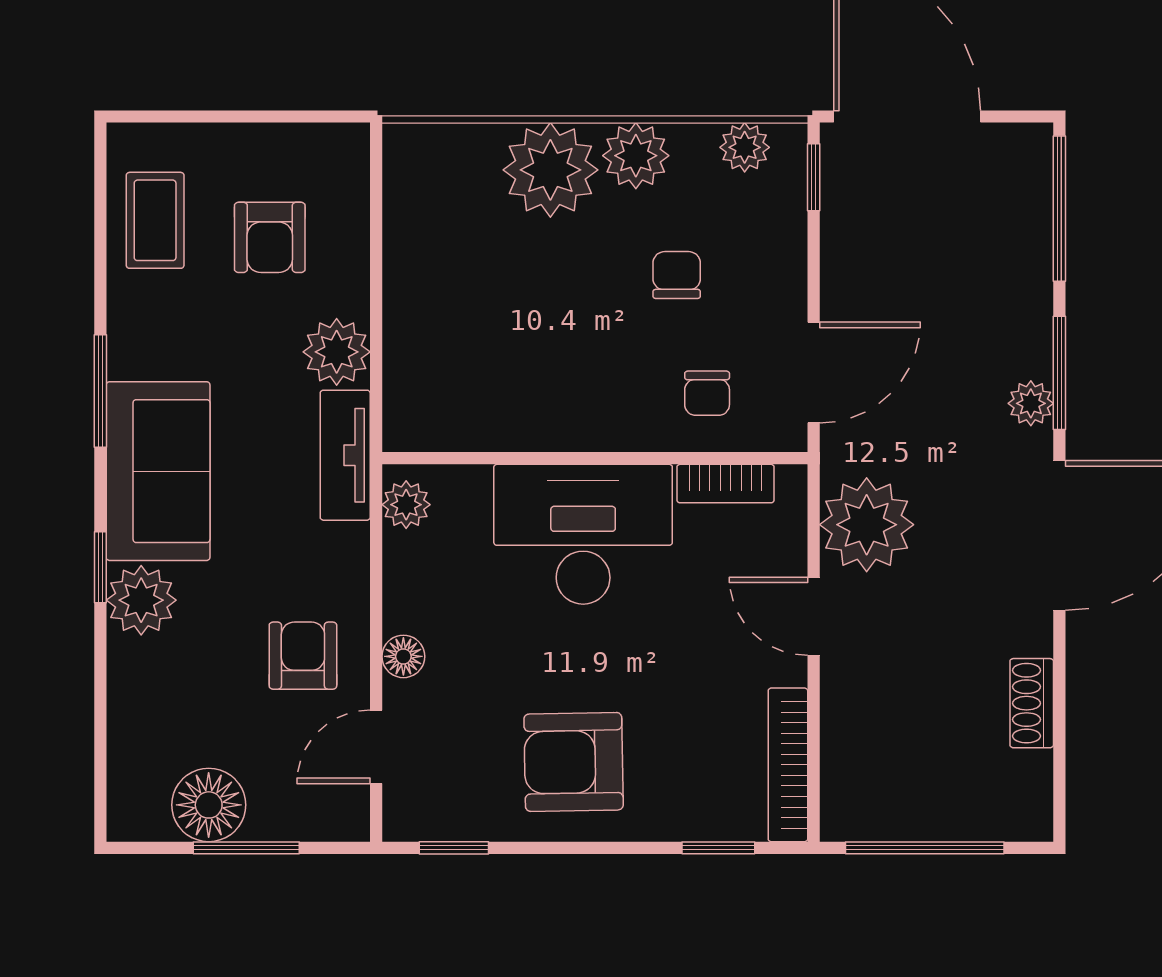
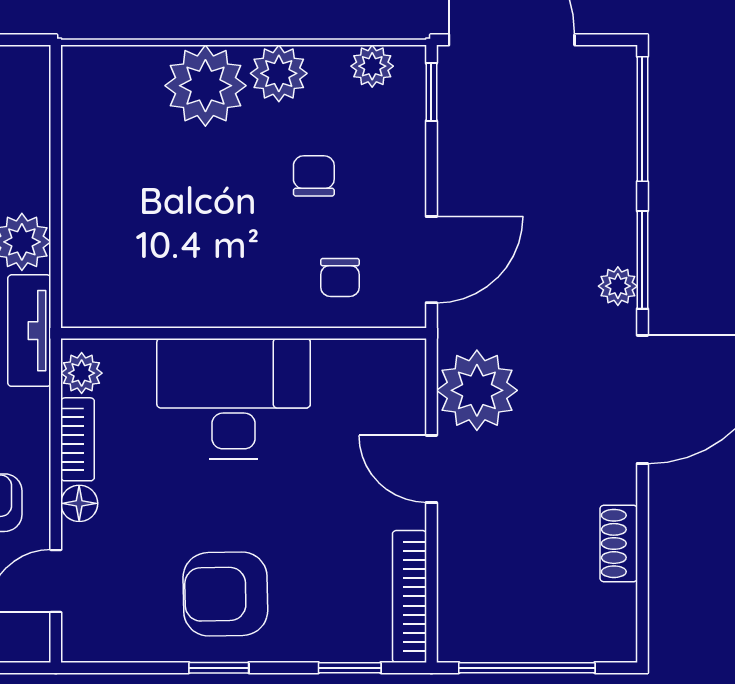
bookcase: (726, 484) -> (78, 439), moved, turned -90
window: (454, 848) -> (219, 668), moved

